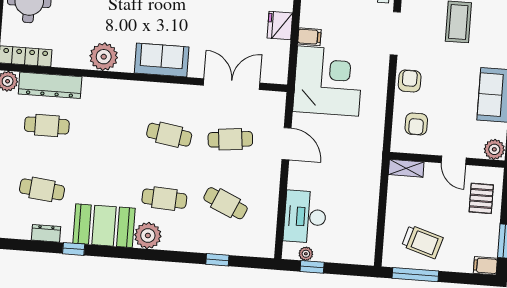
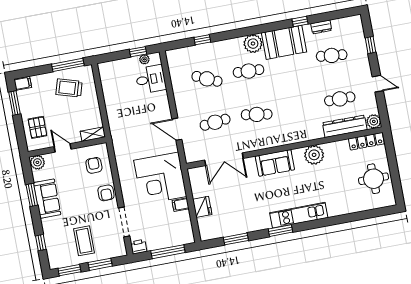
desk: (305, 217) -> (151, 79), width x0.73

